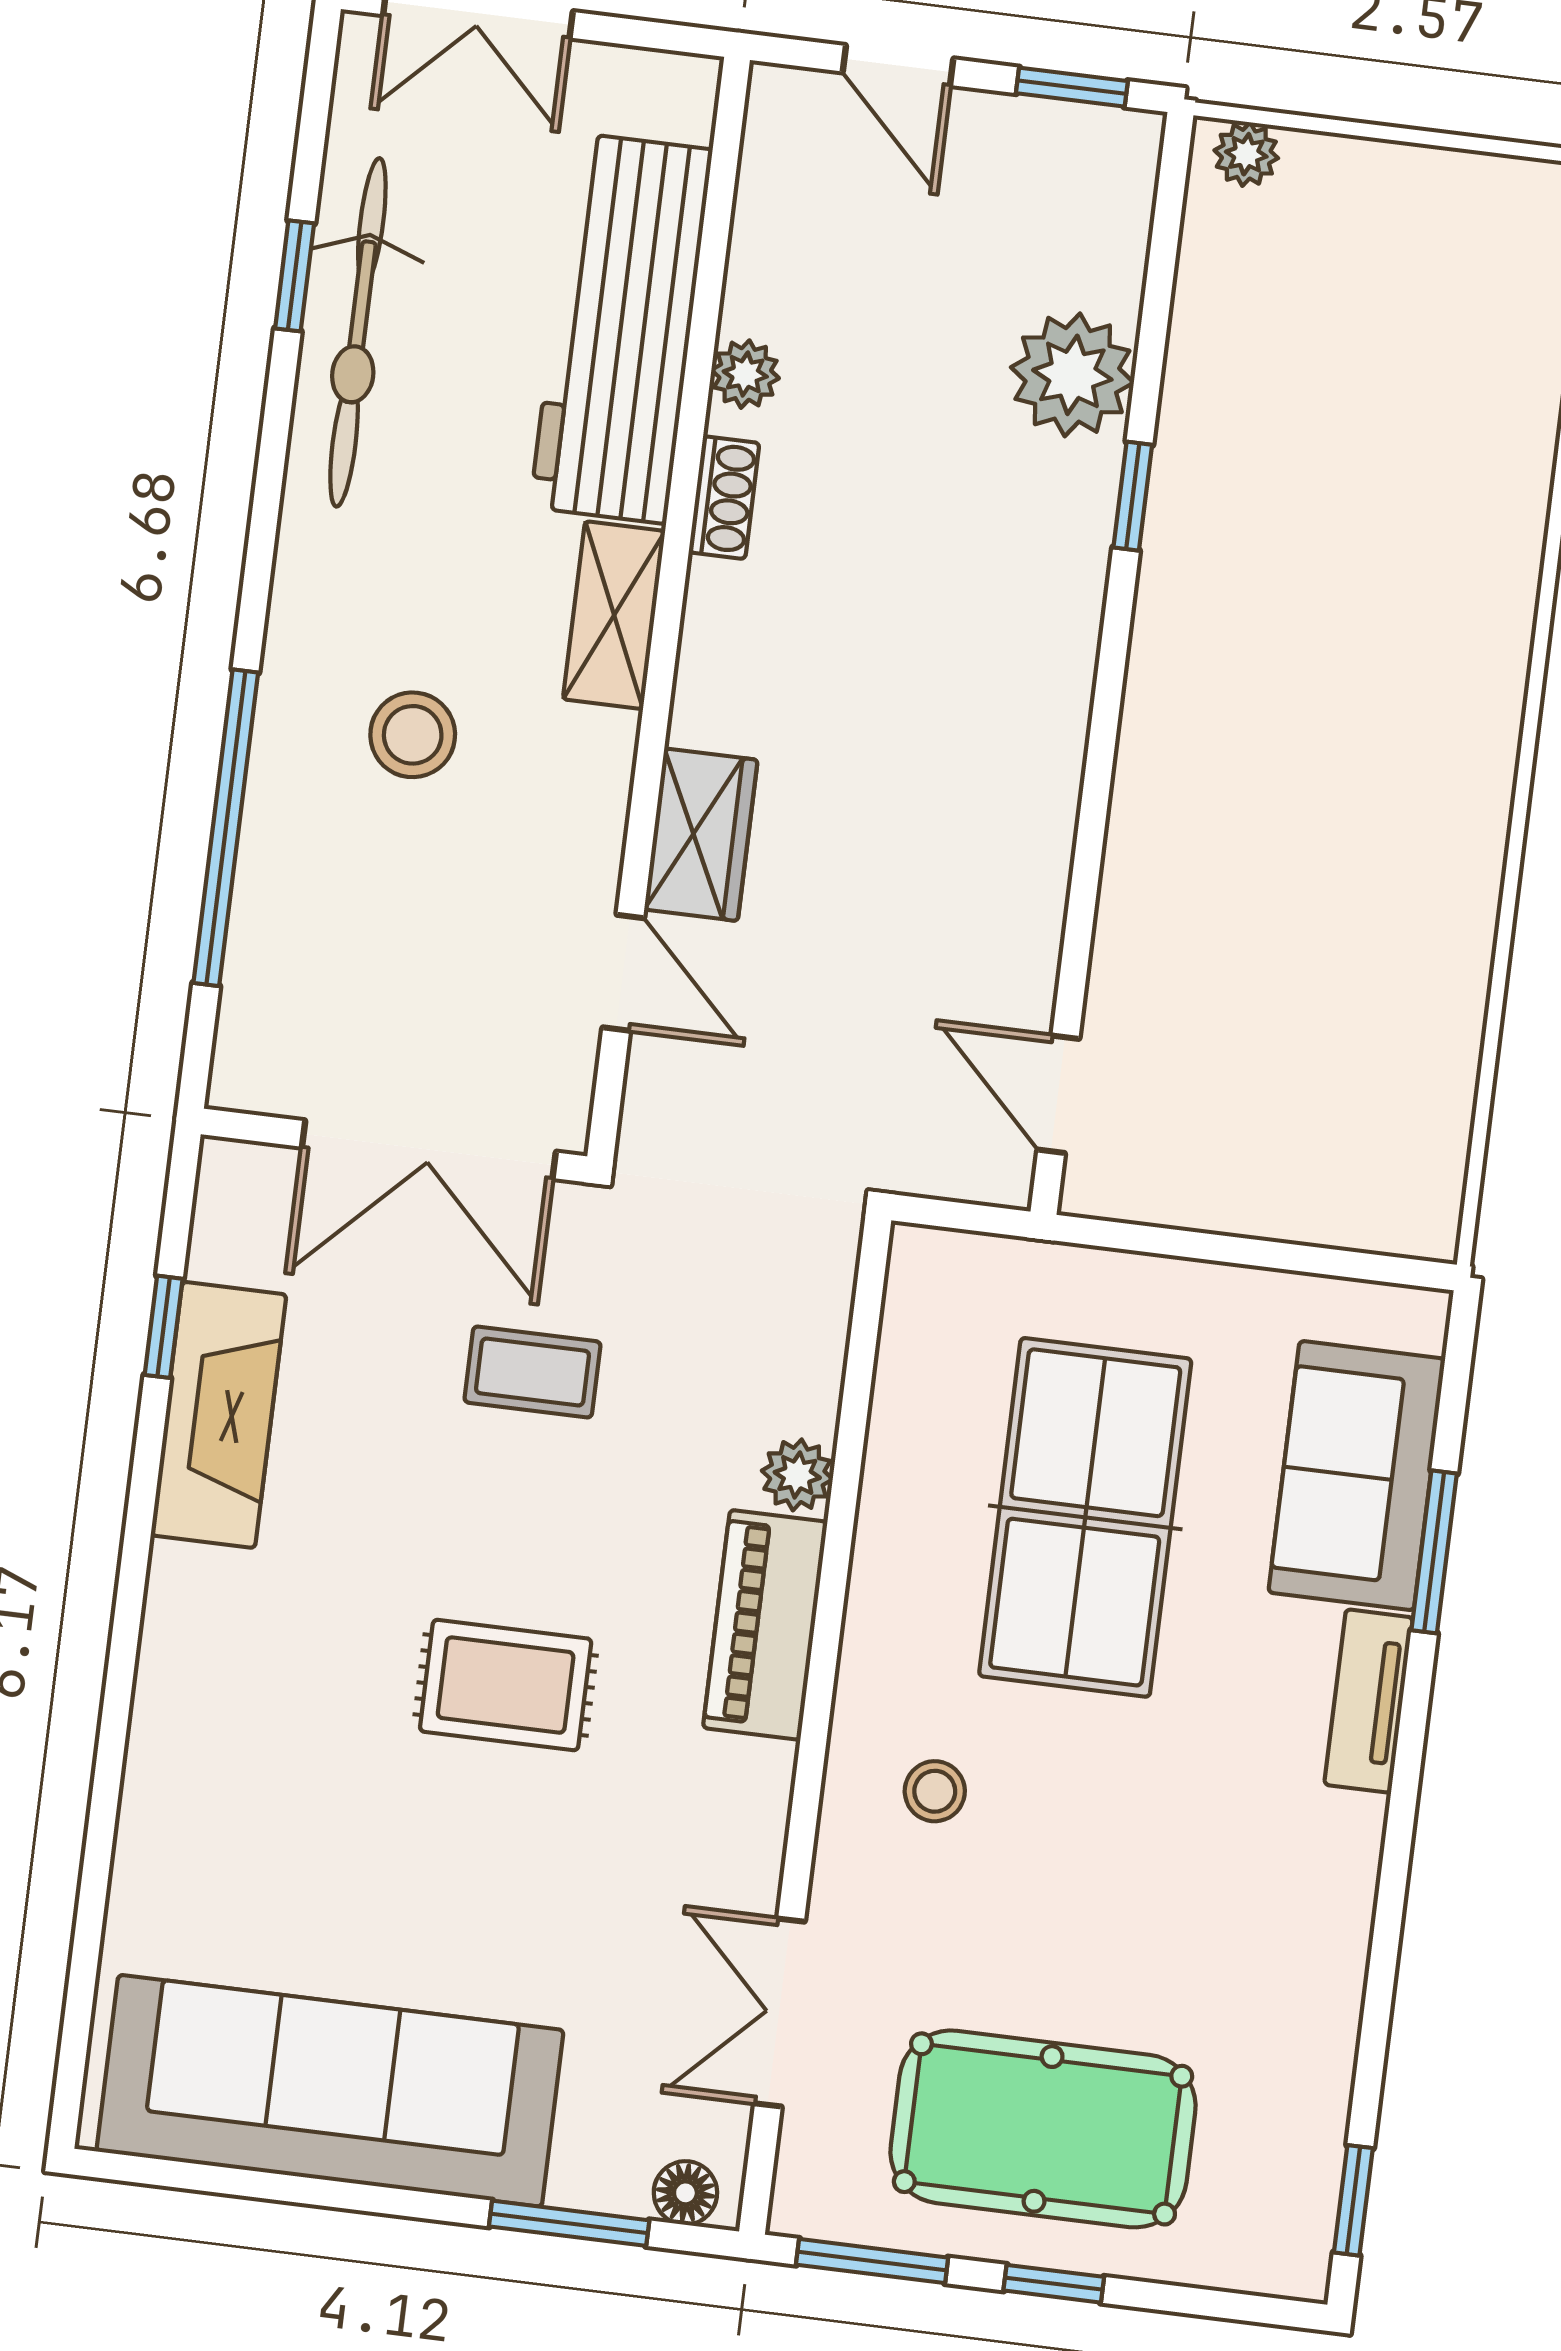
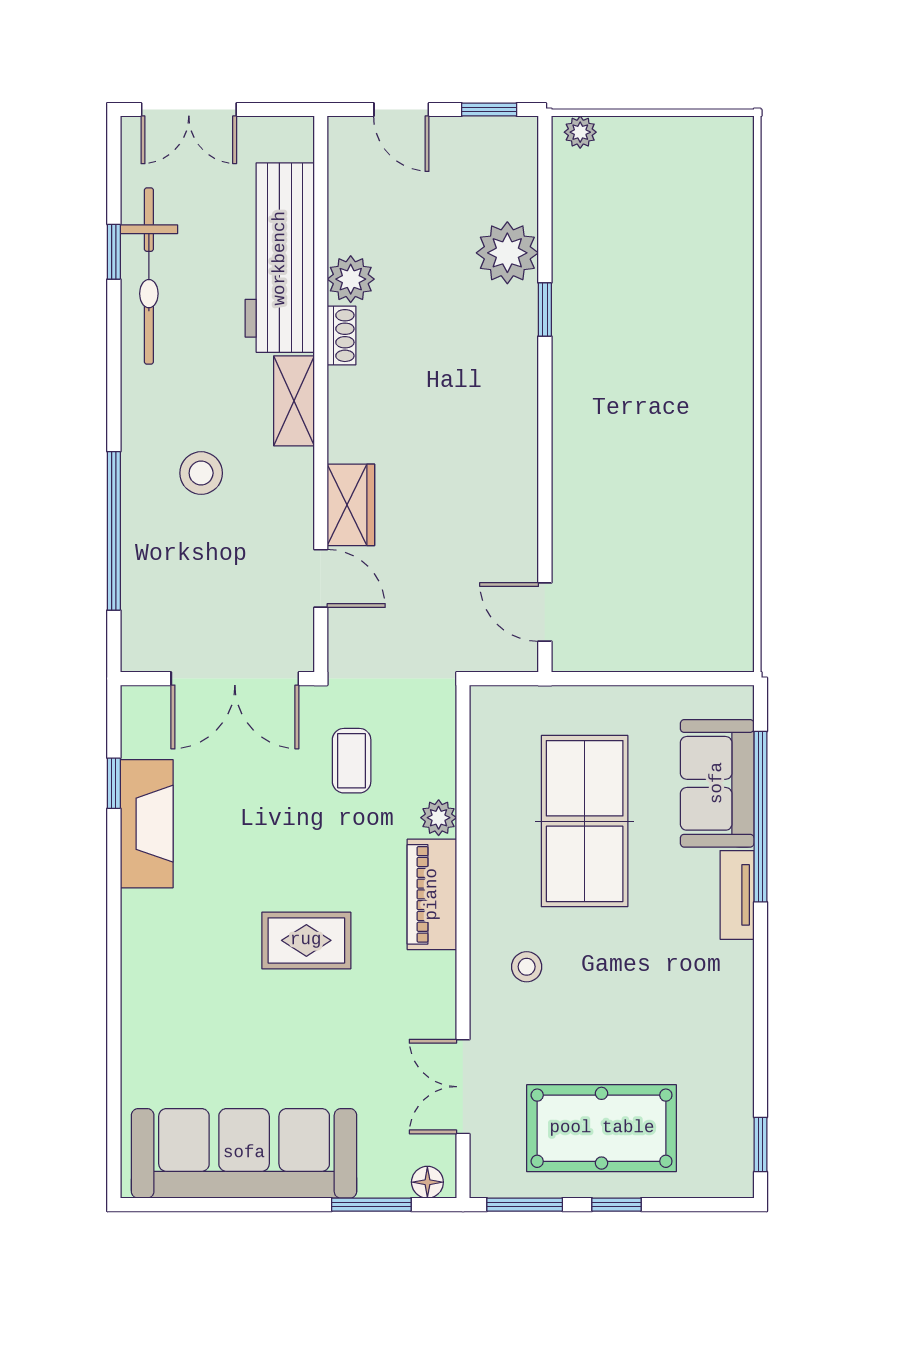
plant: (745, 374) -> (351, 279), width x1.38, depth x1.38
coffee table: (533, 1372) -> (352, 761), moved, turned 90
window: (1434, 1552) -> (760, 817), width x2.11

